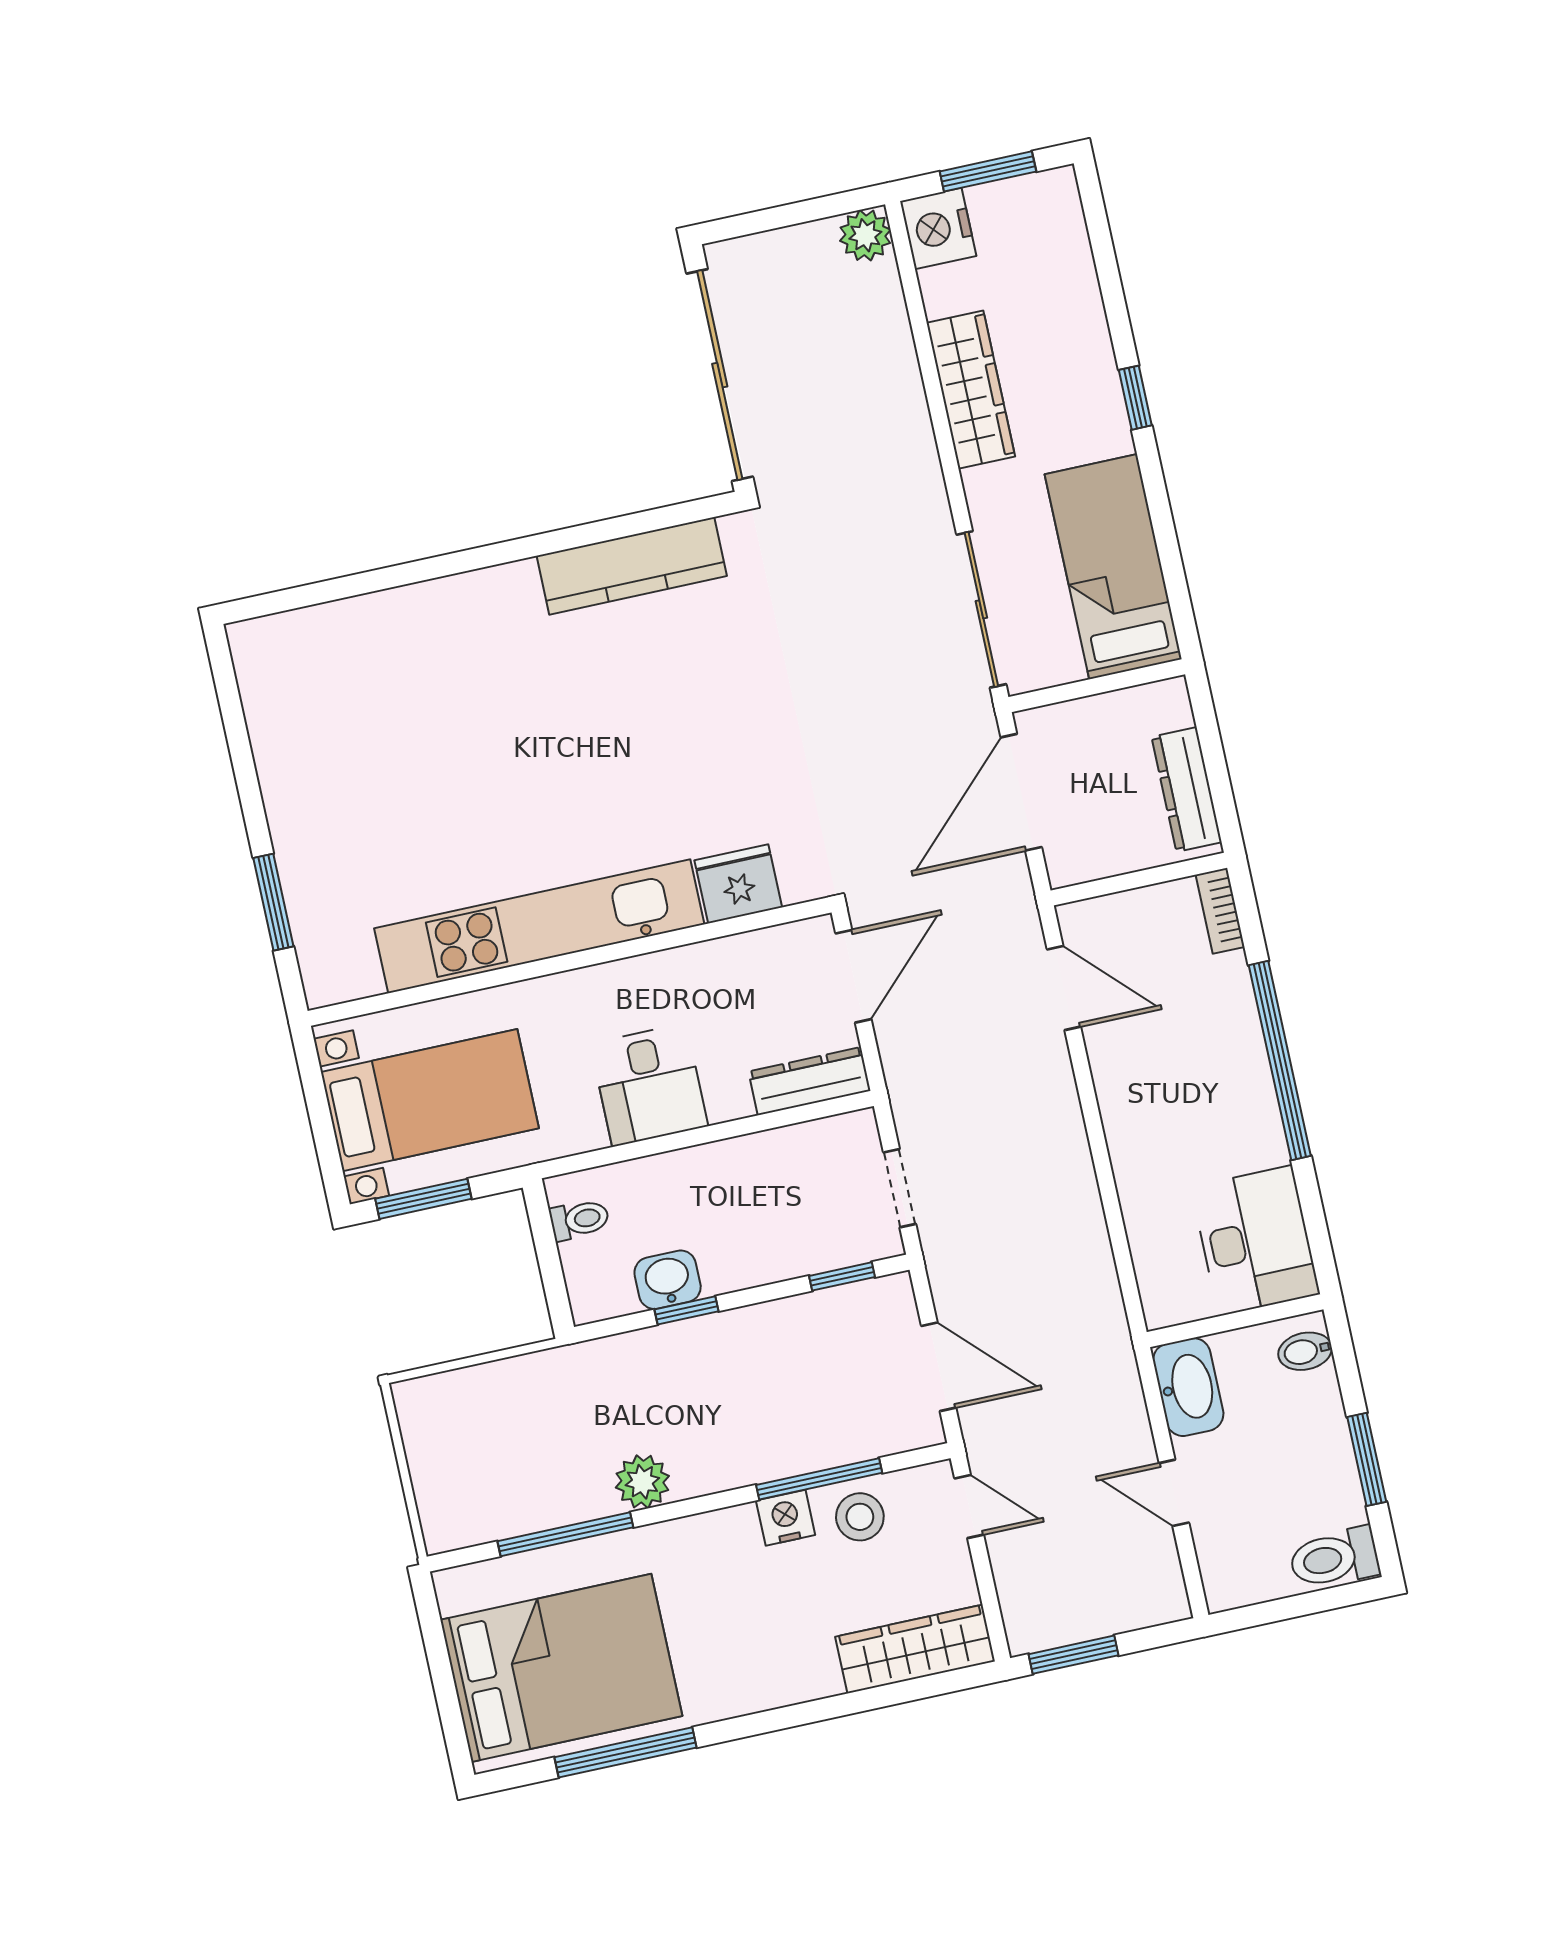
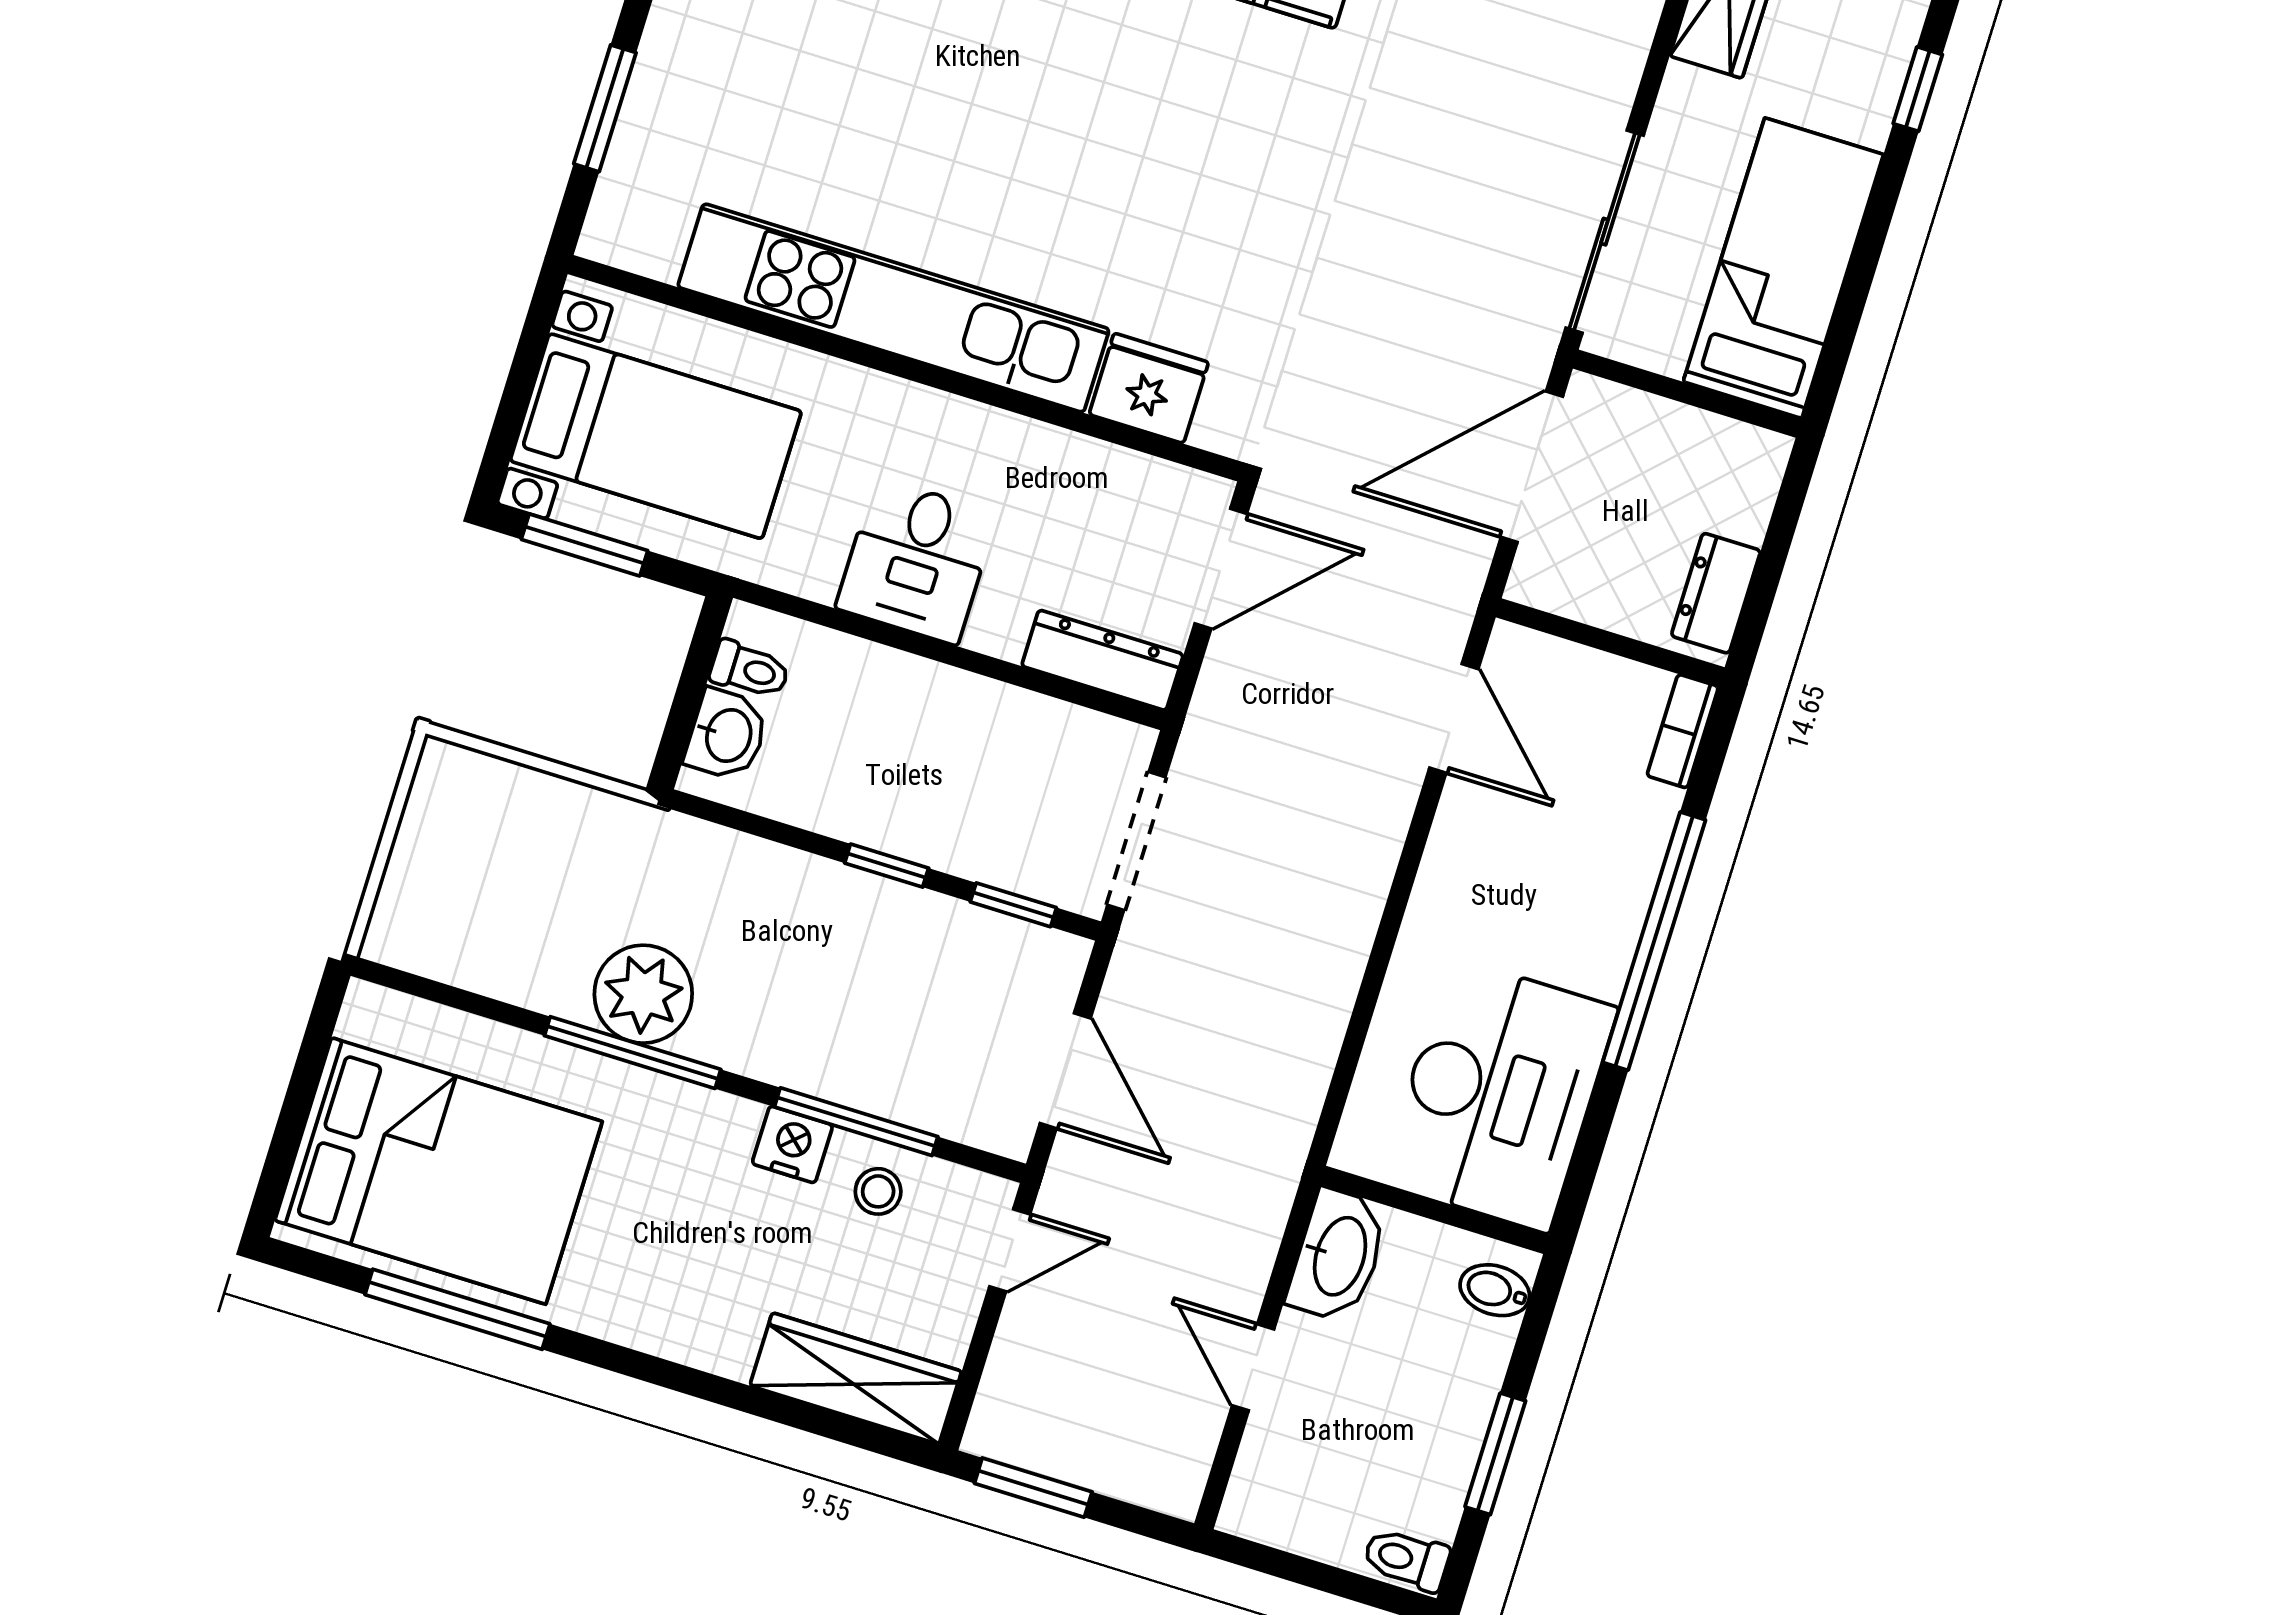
dresser: (1187, 790) -> (1716, 593), width x0.70
doorway: (900, 1188) -> (1136, 841), width x1.38
desk: (1255, 1241) -> (1499, 1095), width x1.36, depth x1.30
washbasin: (668, 1280) -> (727, 735), moved, turned 90
window: (687, 1310) -> (887, 866), moved
plant: (642, 1482) -> (643, 994), width x1.36, depth x1.36
door: (969, 1506) -> (1010, 1250), hinge flipped
stool: (860, 1517) -> (878, 1191), width x0.73, depth x0.73
window: (565, 1534) -> (633, 1053), moved
toilet: (1334, 1558) -> (1406, 1559), width x0.73, depth x0.72

